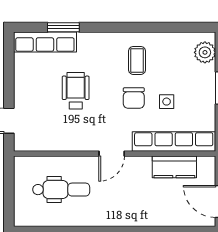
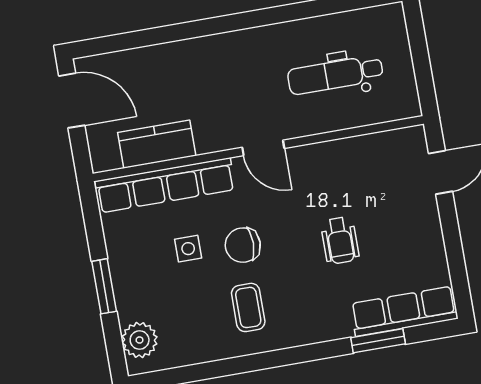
wheelchair: (76, 91) -> (340, 240), width x0.73, depth x0.73
chair: (134, 98) -> (243, 245), turned -90
door: (112, 154) -> (263, 148), swing flipped

